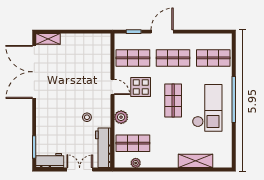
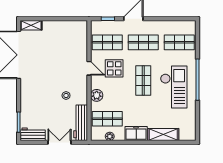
freezer: (165, 160) -> (136, 134), added

